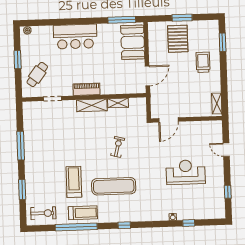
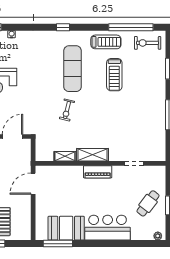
booth: (133, 42) -> (66, 228), moved, turned 90
cafe table: (37, 74) -> (148, 203), moved
exercise mat: (114, 186) -> (73, 69), turned 90
treadmill: (83, 213) -> (106, 42), turned 180
window: (76, 227) -> (131, 27), moved

